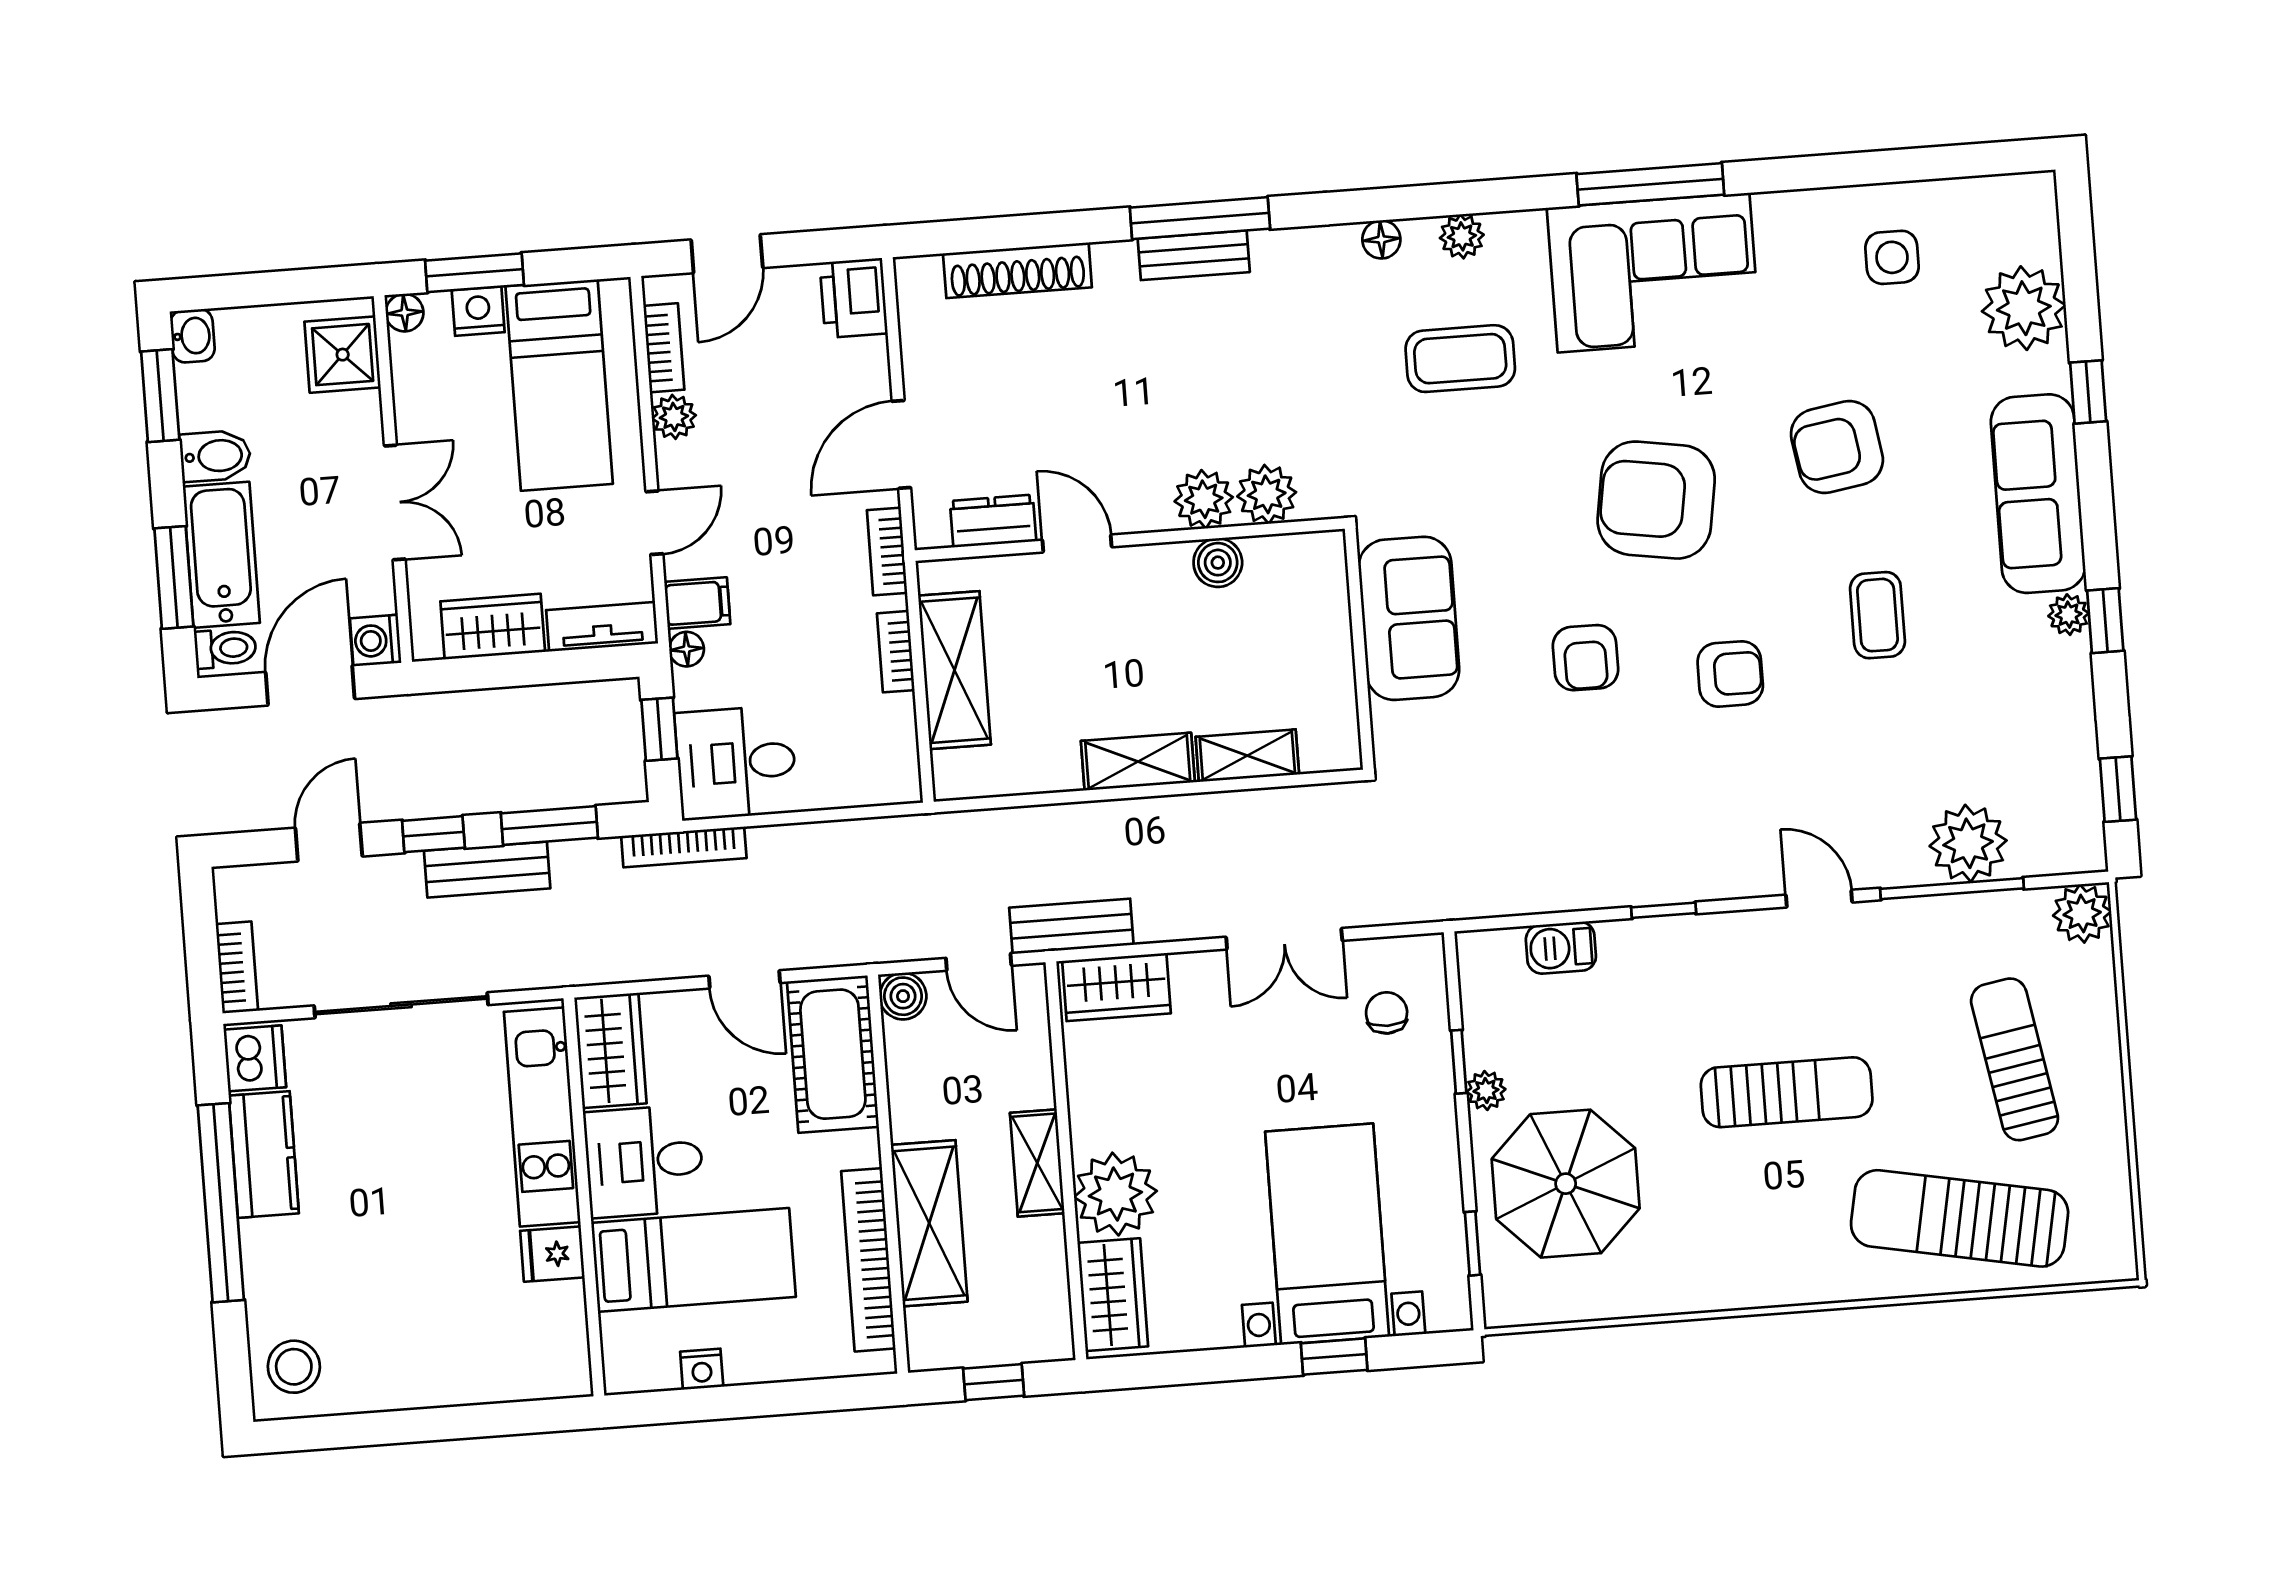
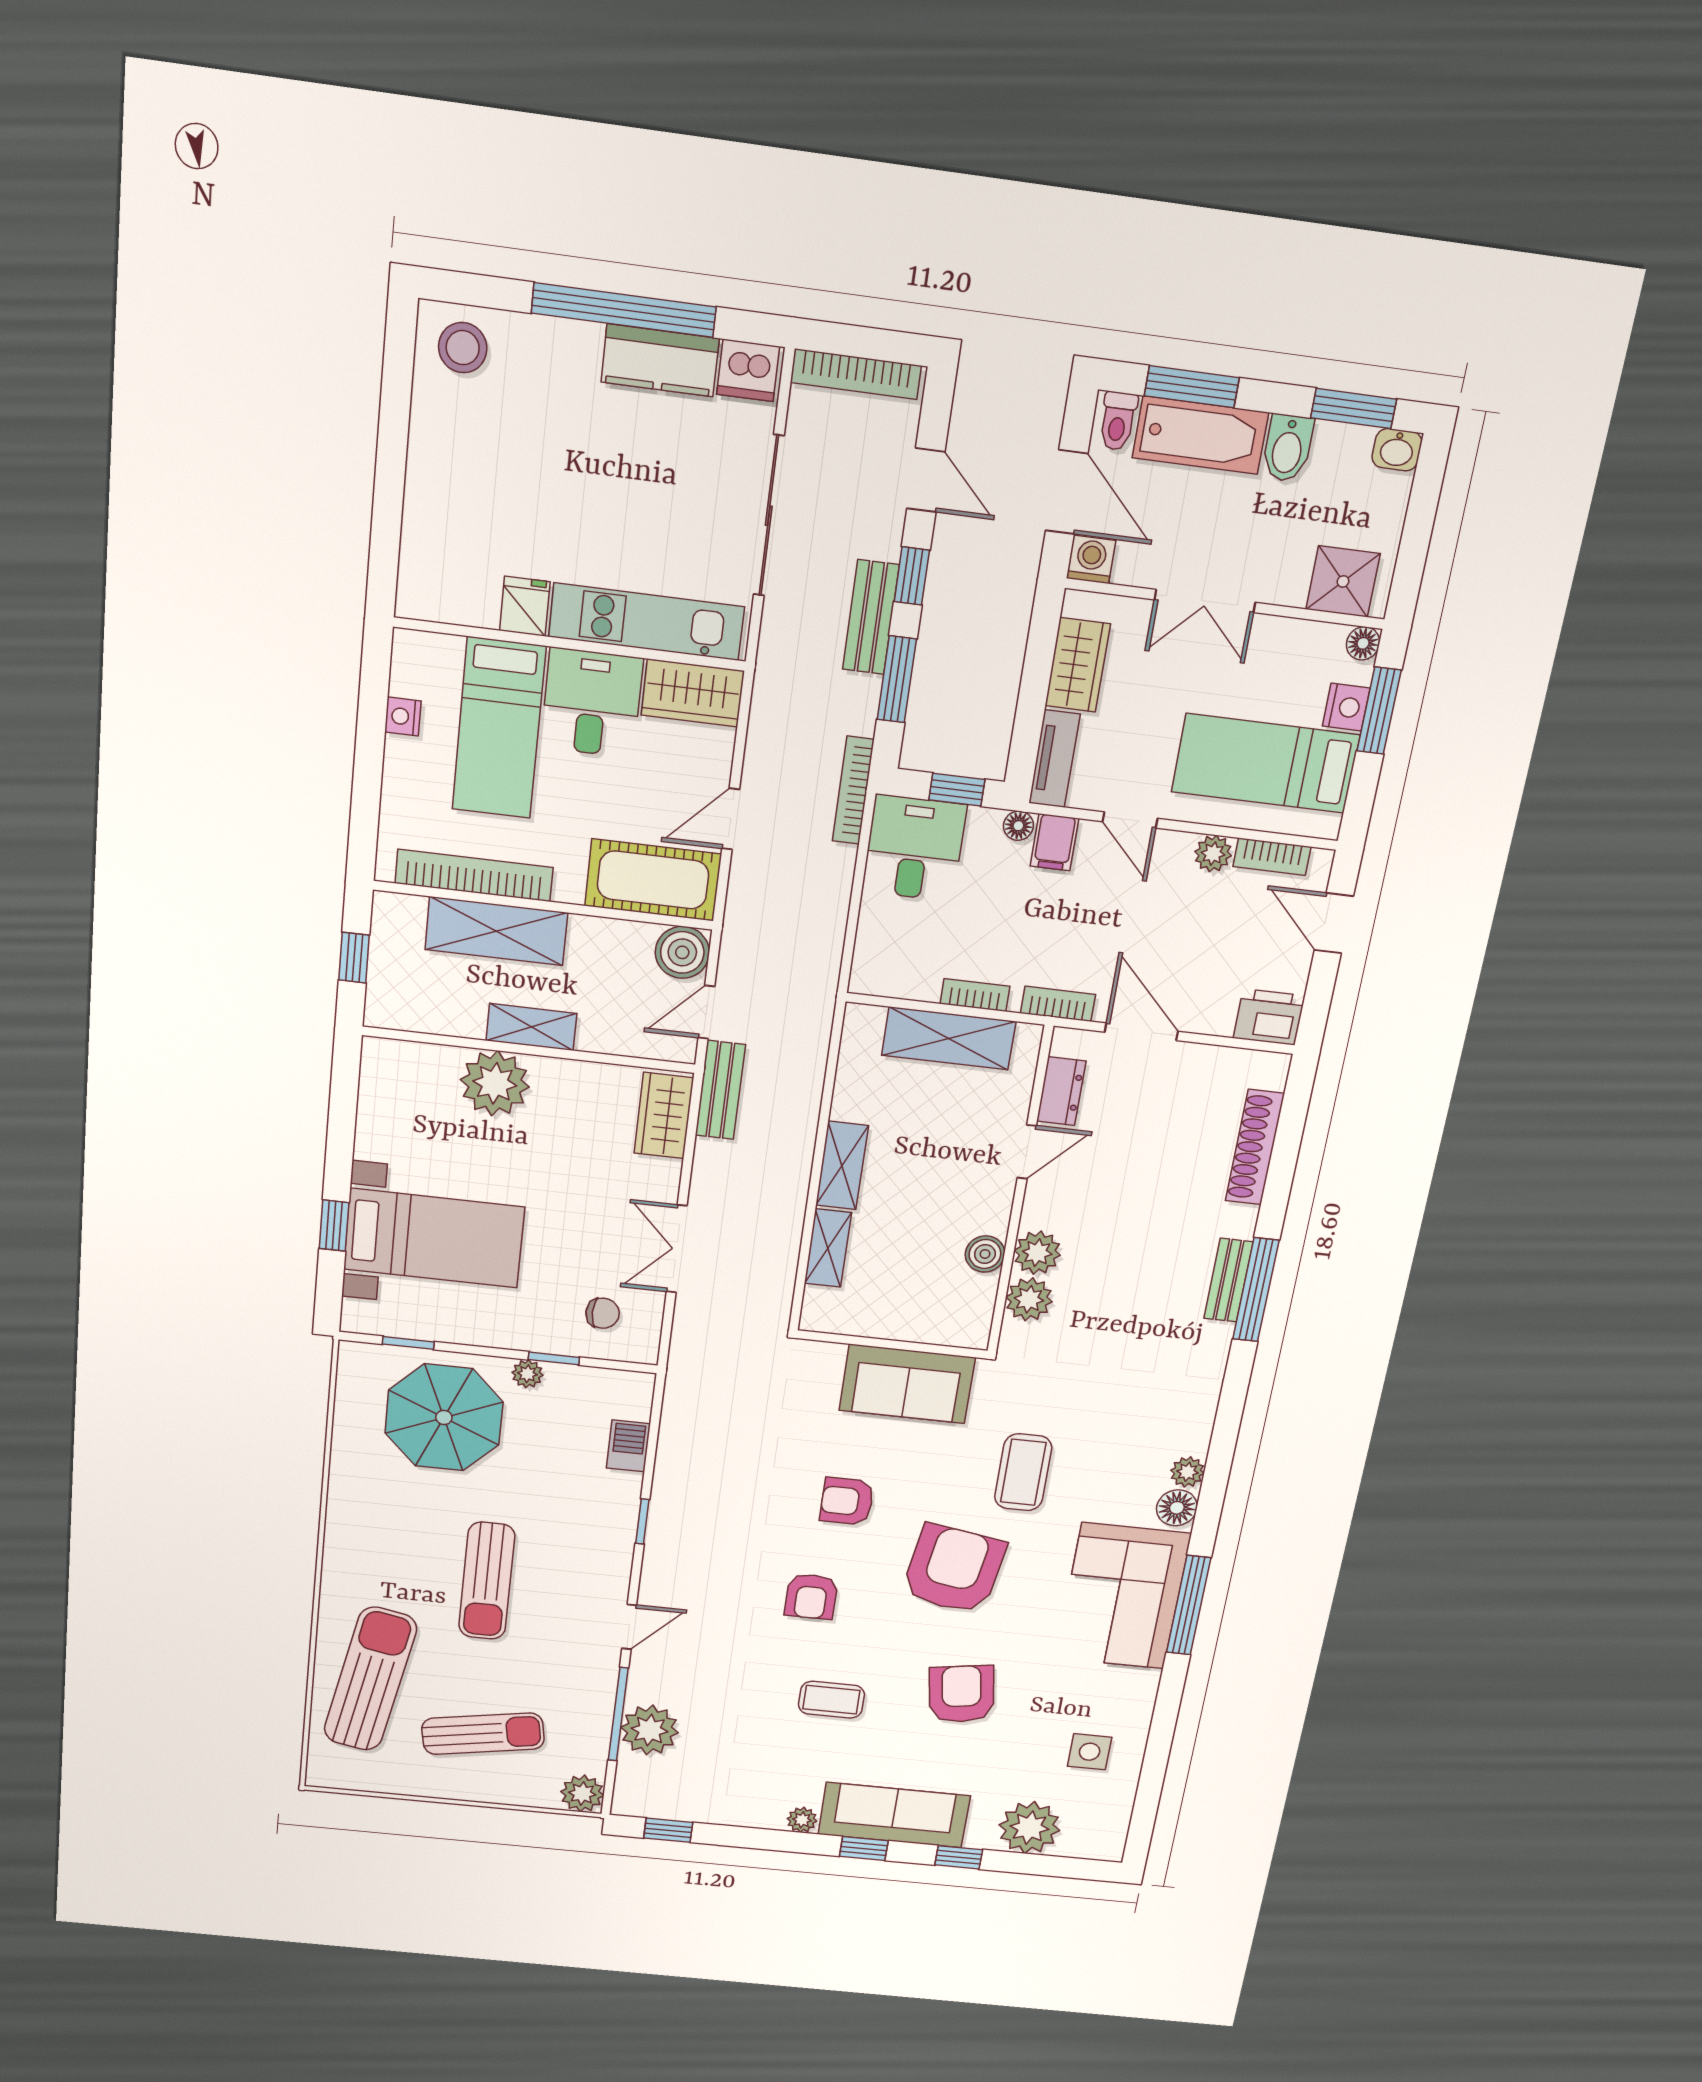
floor lamp: (1381, 239) -> (1177, 1508), moved, width x1.37, depth x1.37
coffee table: (1460, 359) -> (1023, 1472), moved
window: (2105, 621) -> (864, 1848), moved
bookcase: (237, 967) -> (856, 374), width x1.56
boiler: (903, 996) -> (682, 952), width x1.36, depth x1.36
wardrobe: (1113, 1295) -> (412, 1066), removed

